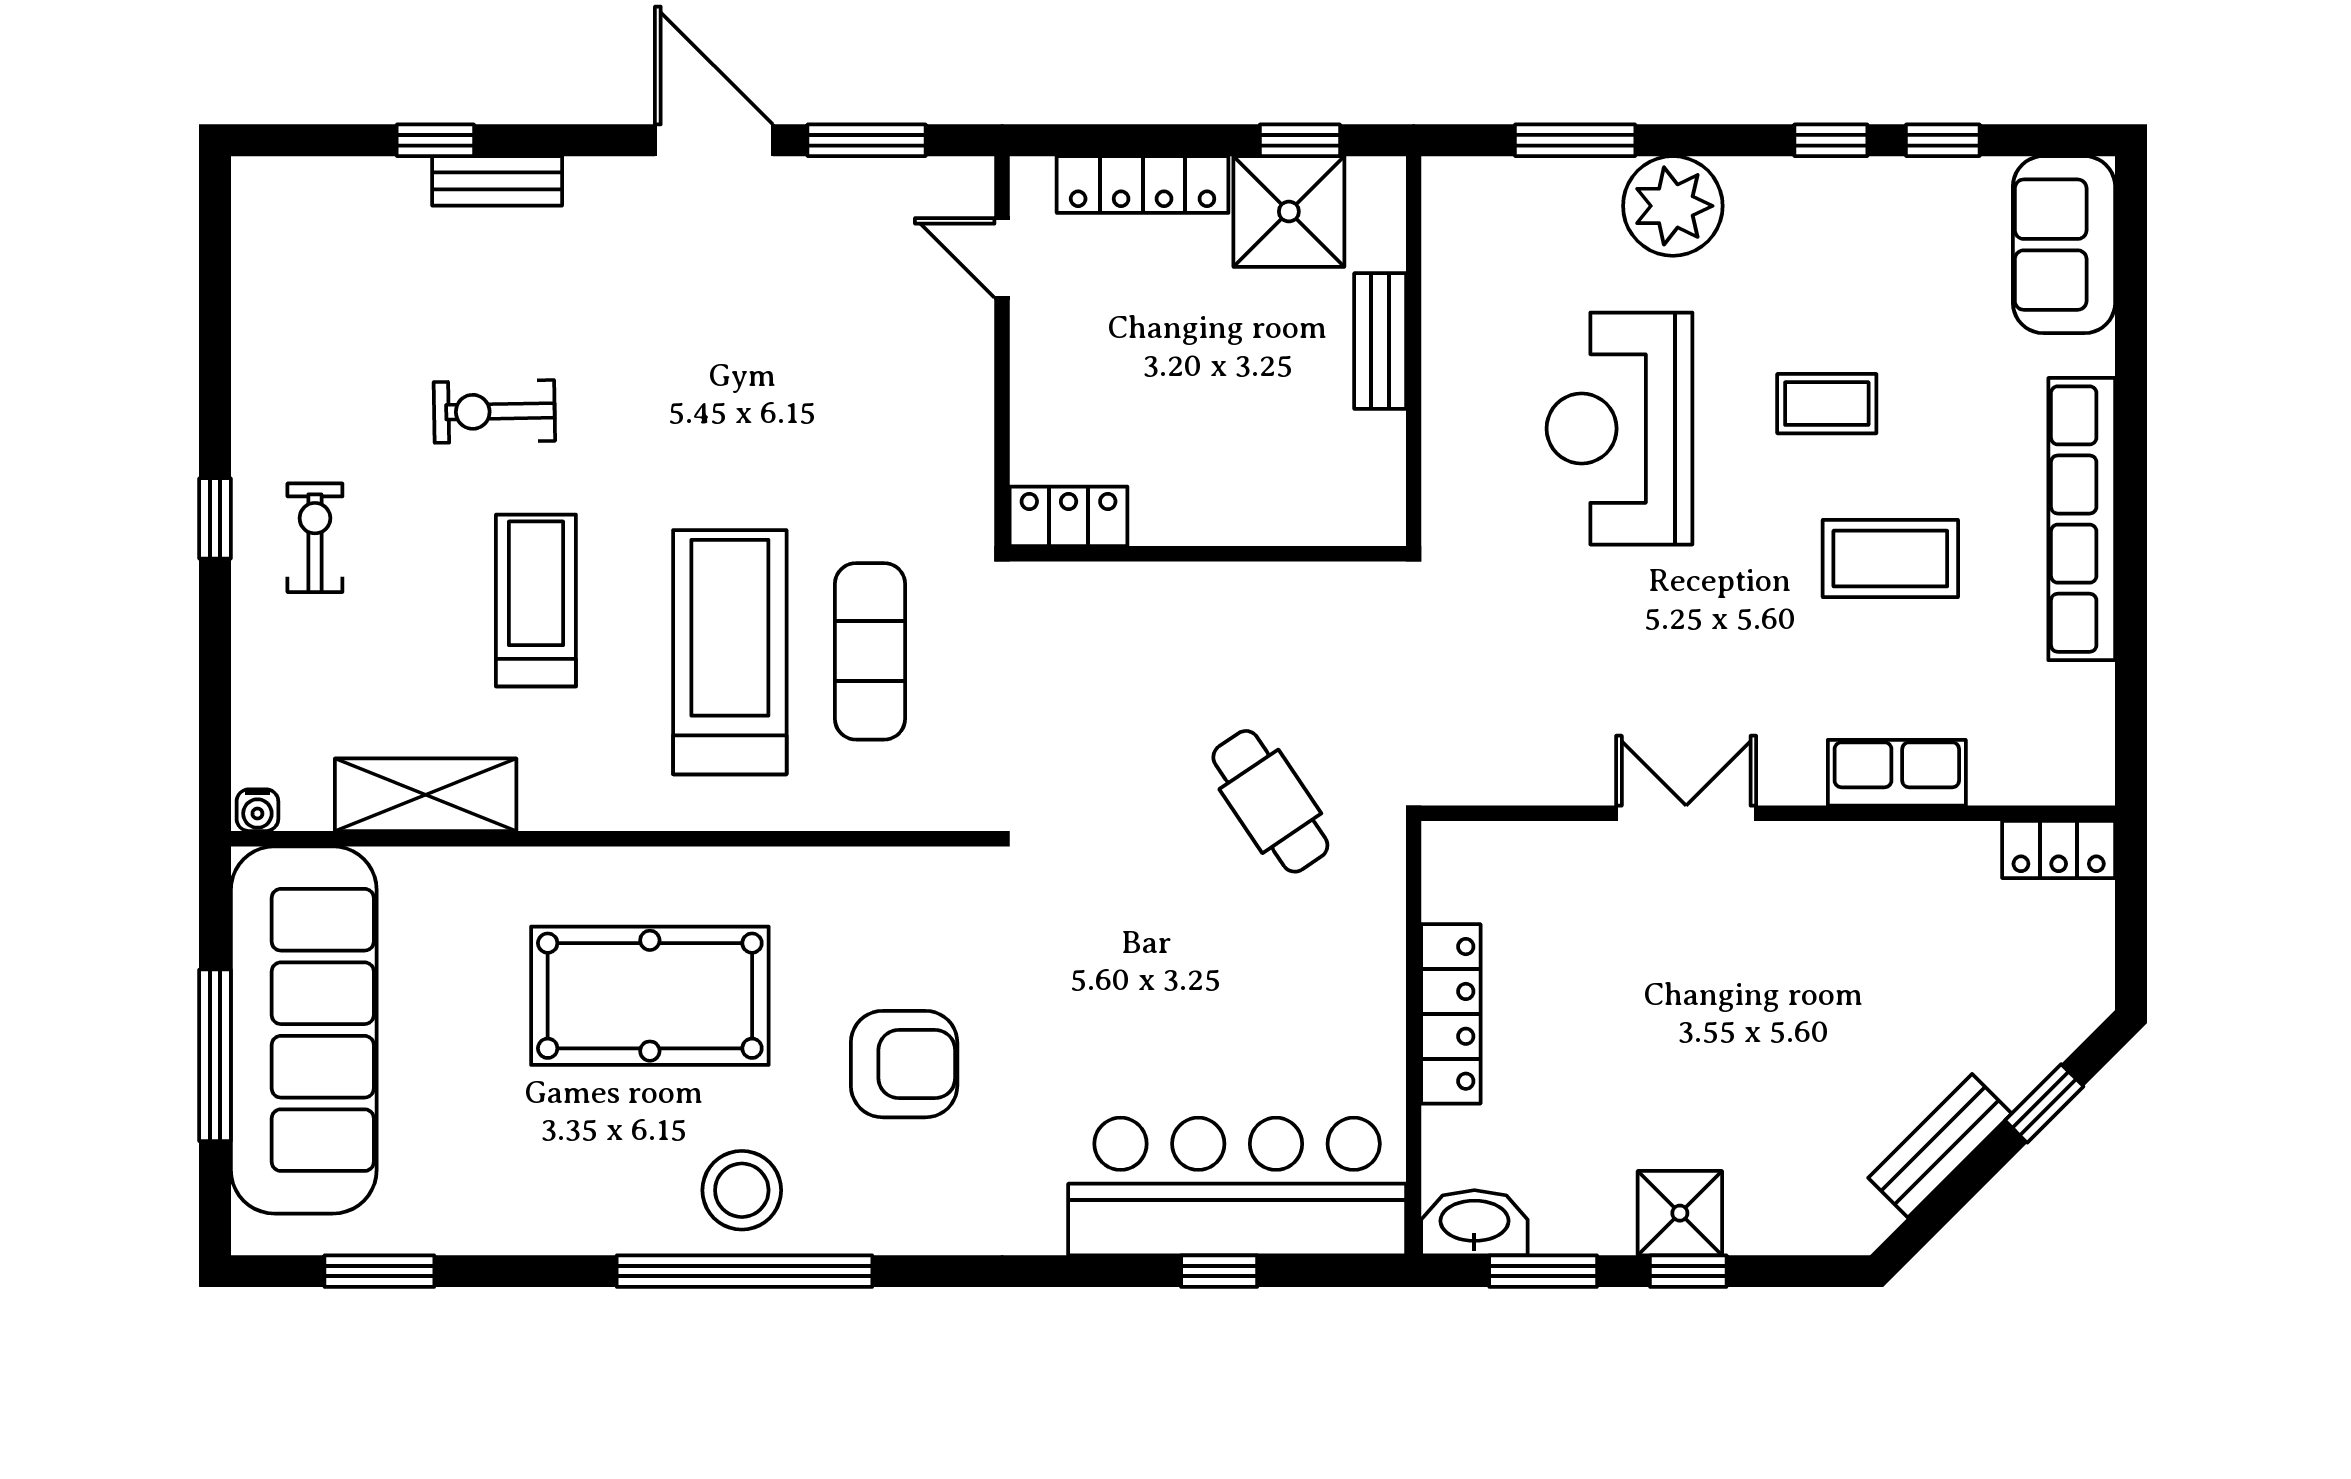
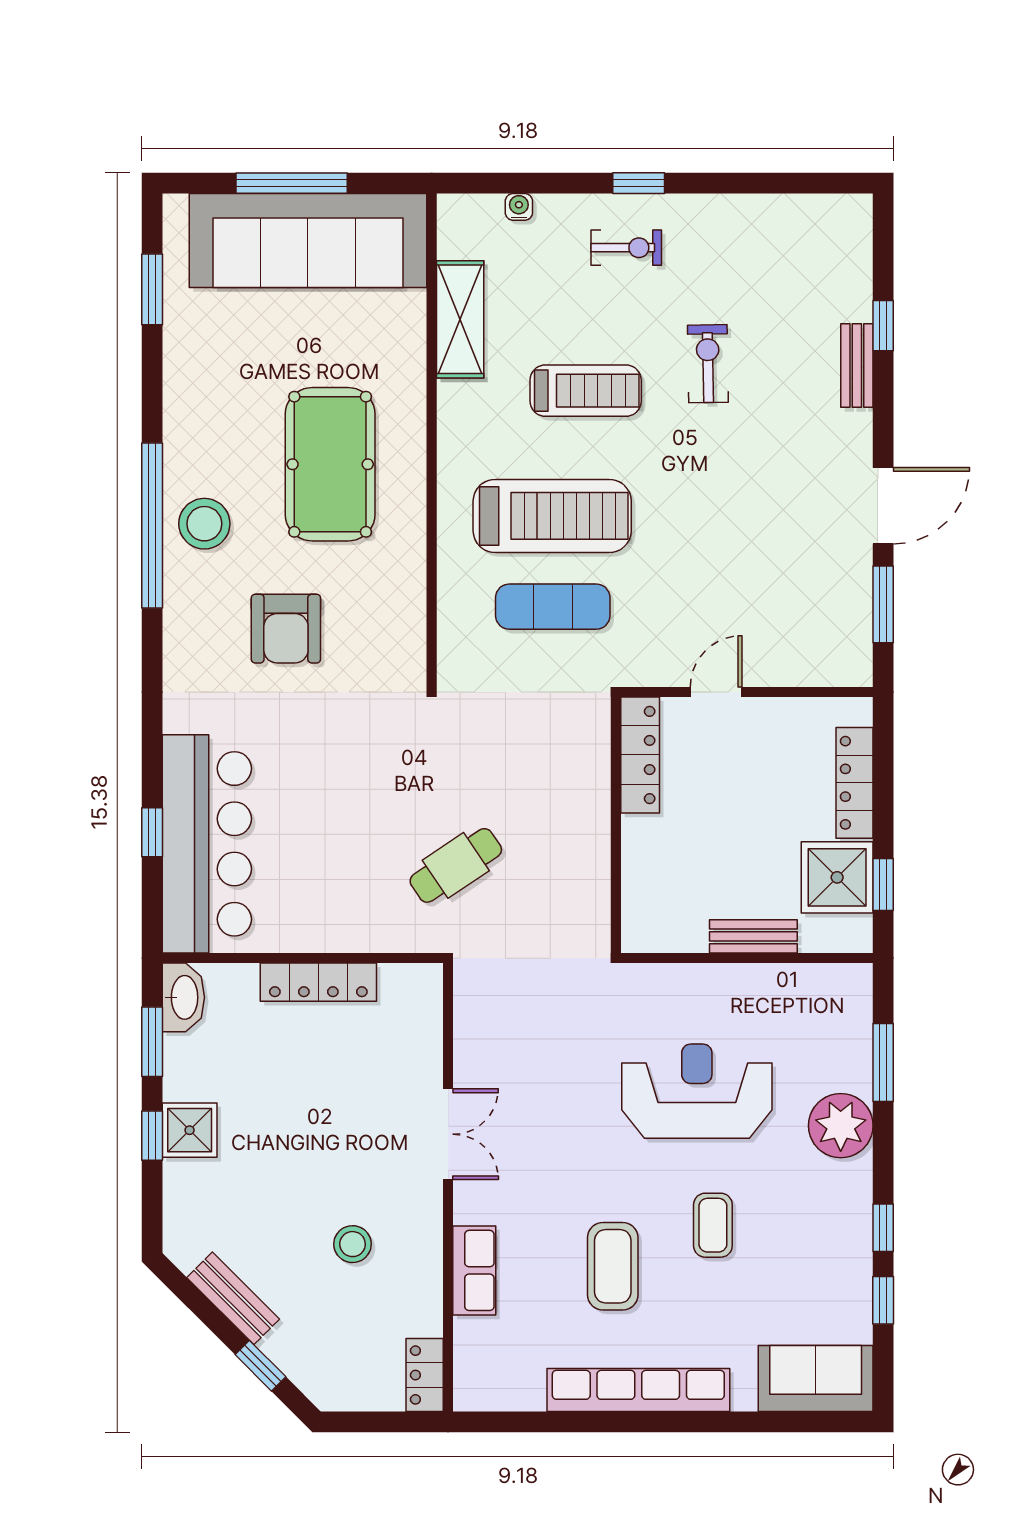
door: (1002, 258) -> (716, 692), moved
locker: (1069, 516) -> (640, 755), width x1.53
water cooler: (257, 810) -> (519, 207), moved, turned 90
stool: (1856, 961) -> (353, 1244), added

